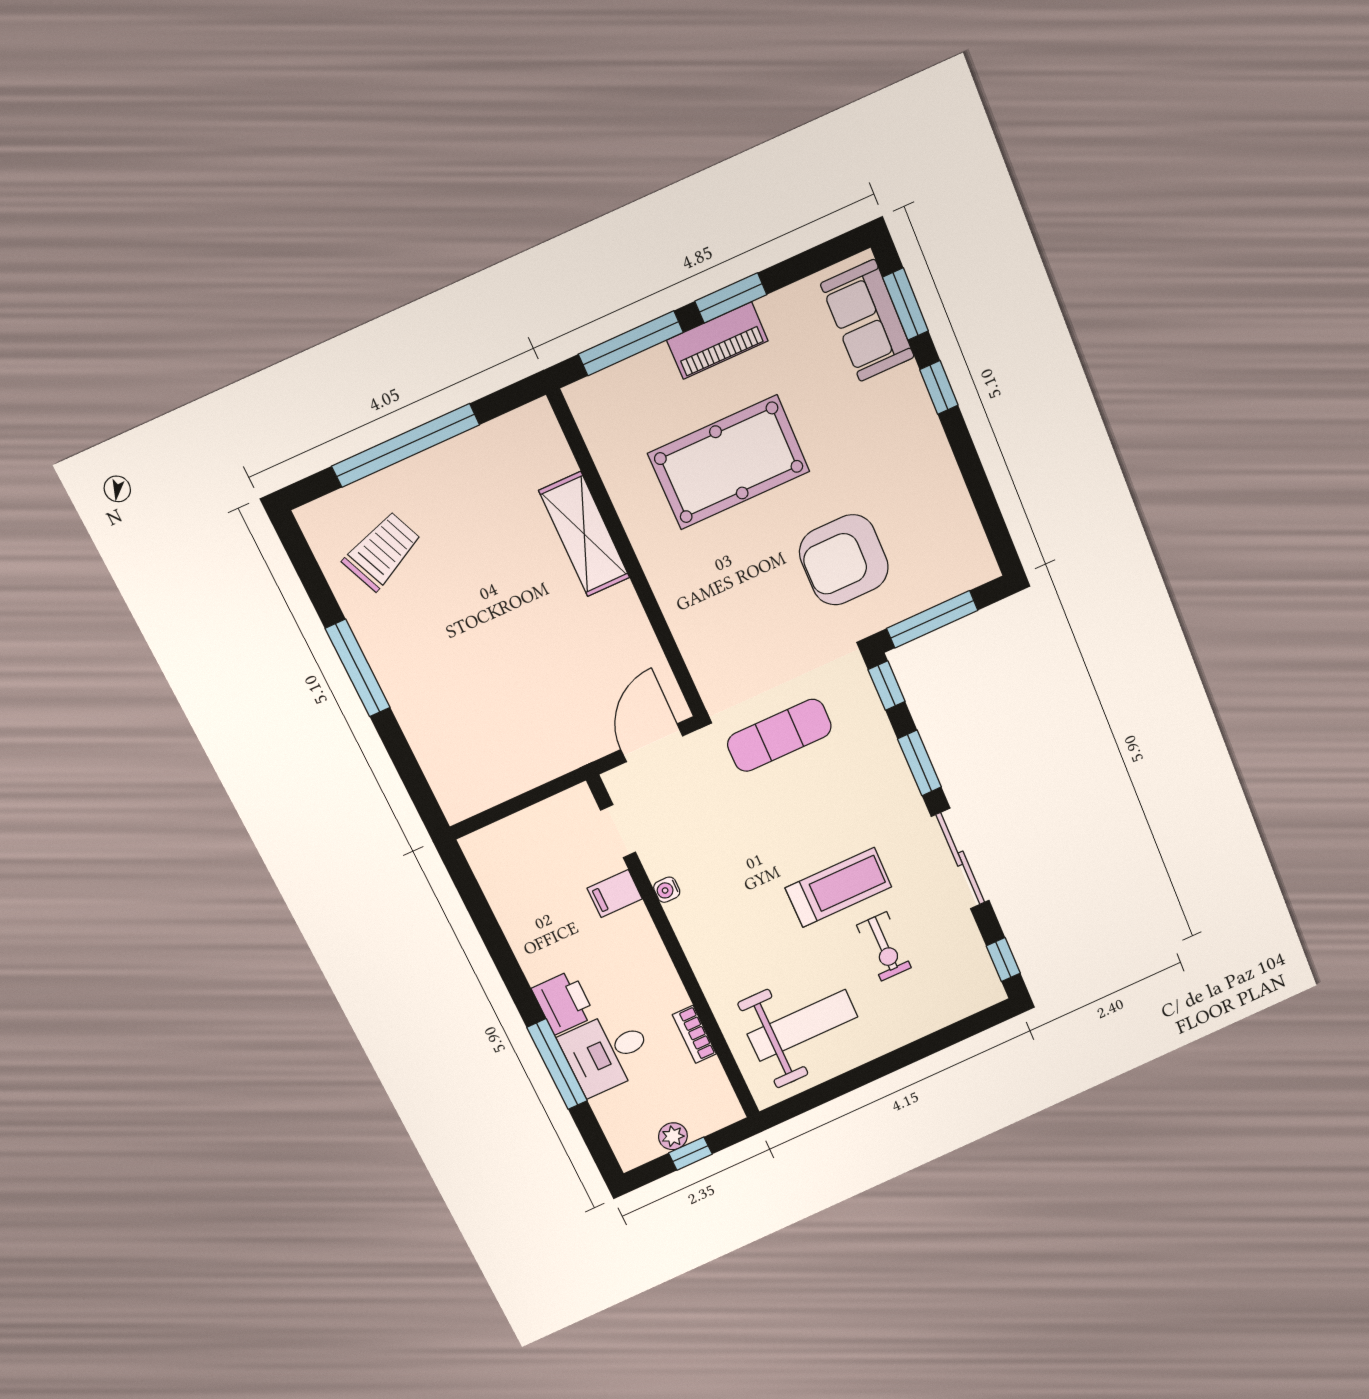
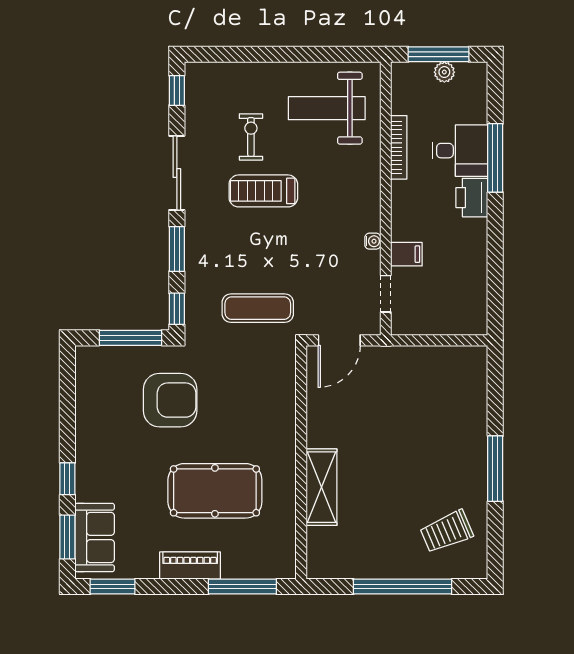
window: (731, 298) -> (113, 587), moved
bookcase: (694, 1034) -> (399, 147), width x1.56
window: (690, 1154) -> (439, 54), width x2.17

